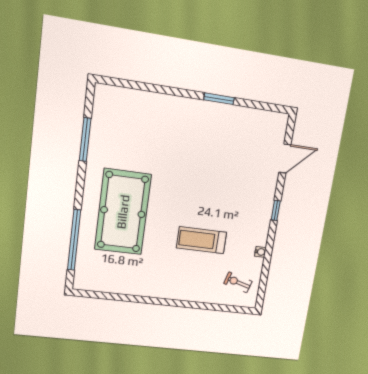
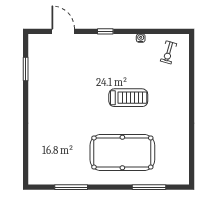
window: (219, 99) -> (26, 69), moved
window: (74, 240) -> (149, 187), width x0.68
treadmill: (202, 240) -> (128, 98), moved, turned -90

